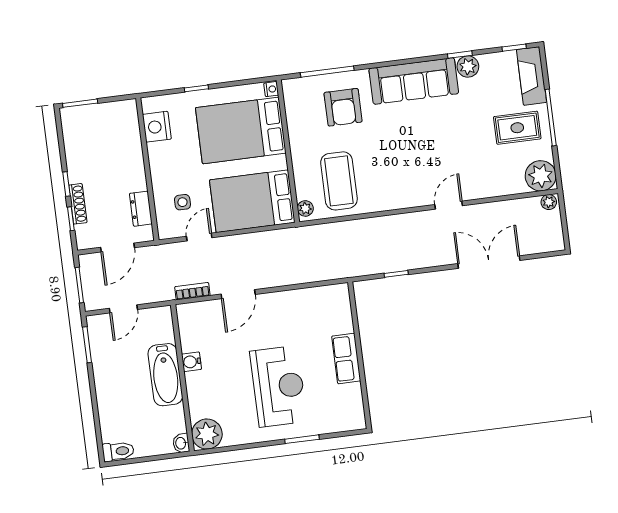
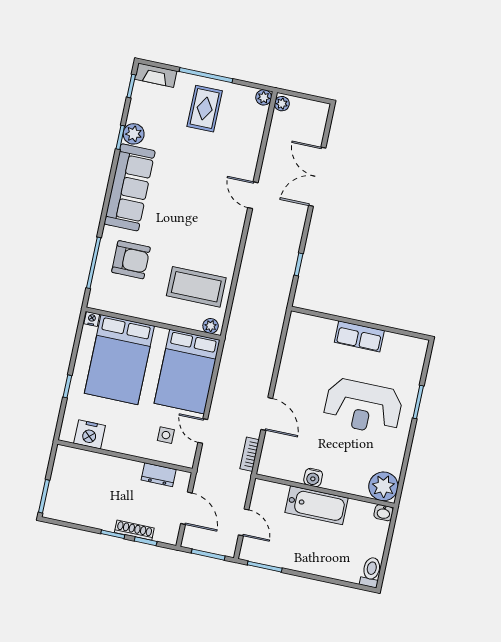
fireplace: (532, 76) -> (156, 75), width x0.73, depth x0.76
plant: (541, 176) -> (264, 97), width x0.53, depth x0.53
reception desk: (278, 386) -> (363, 407), turned 180

